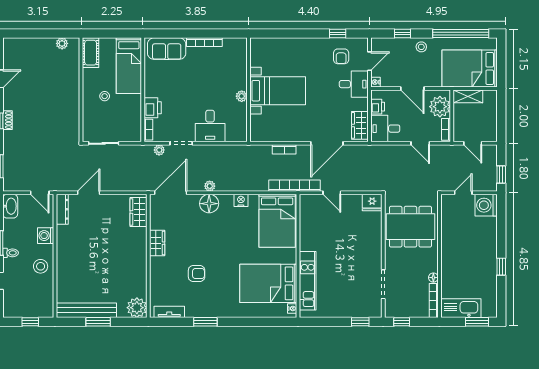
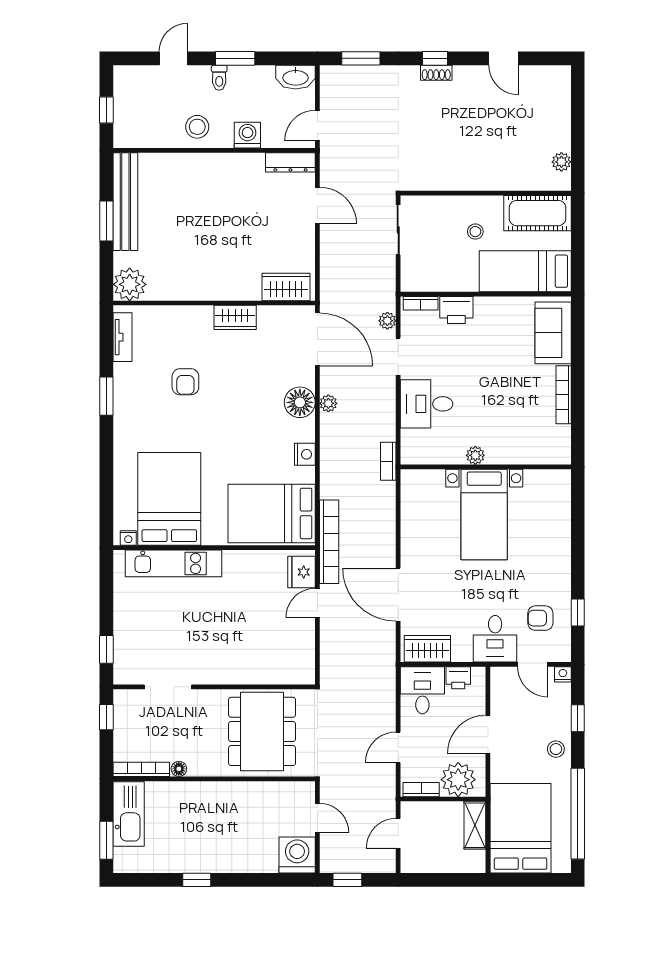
cot: (91, 53) -> (537, 213), width x1.37, depth x1.34
nightstand: (376, 82) -> (563, 674), moved
bookcase: (284, 149) -> (388, 461), moved
fridge: (372, 202) -> (302, 572), moved

